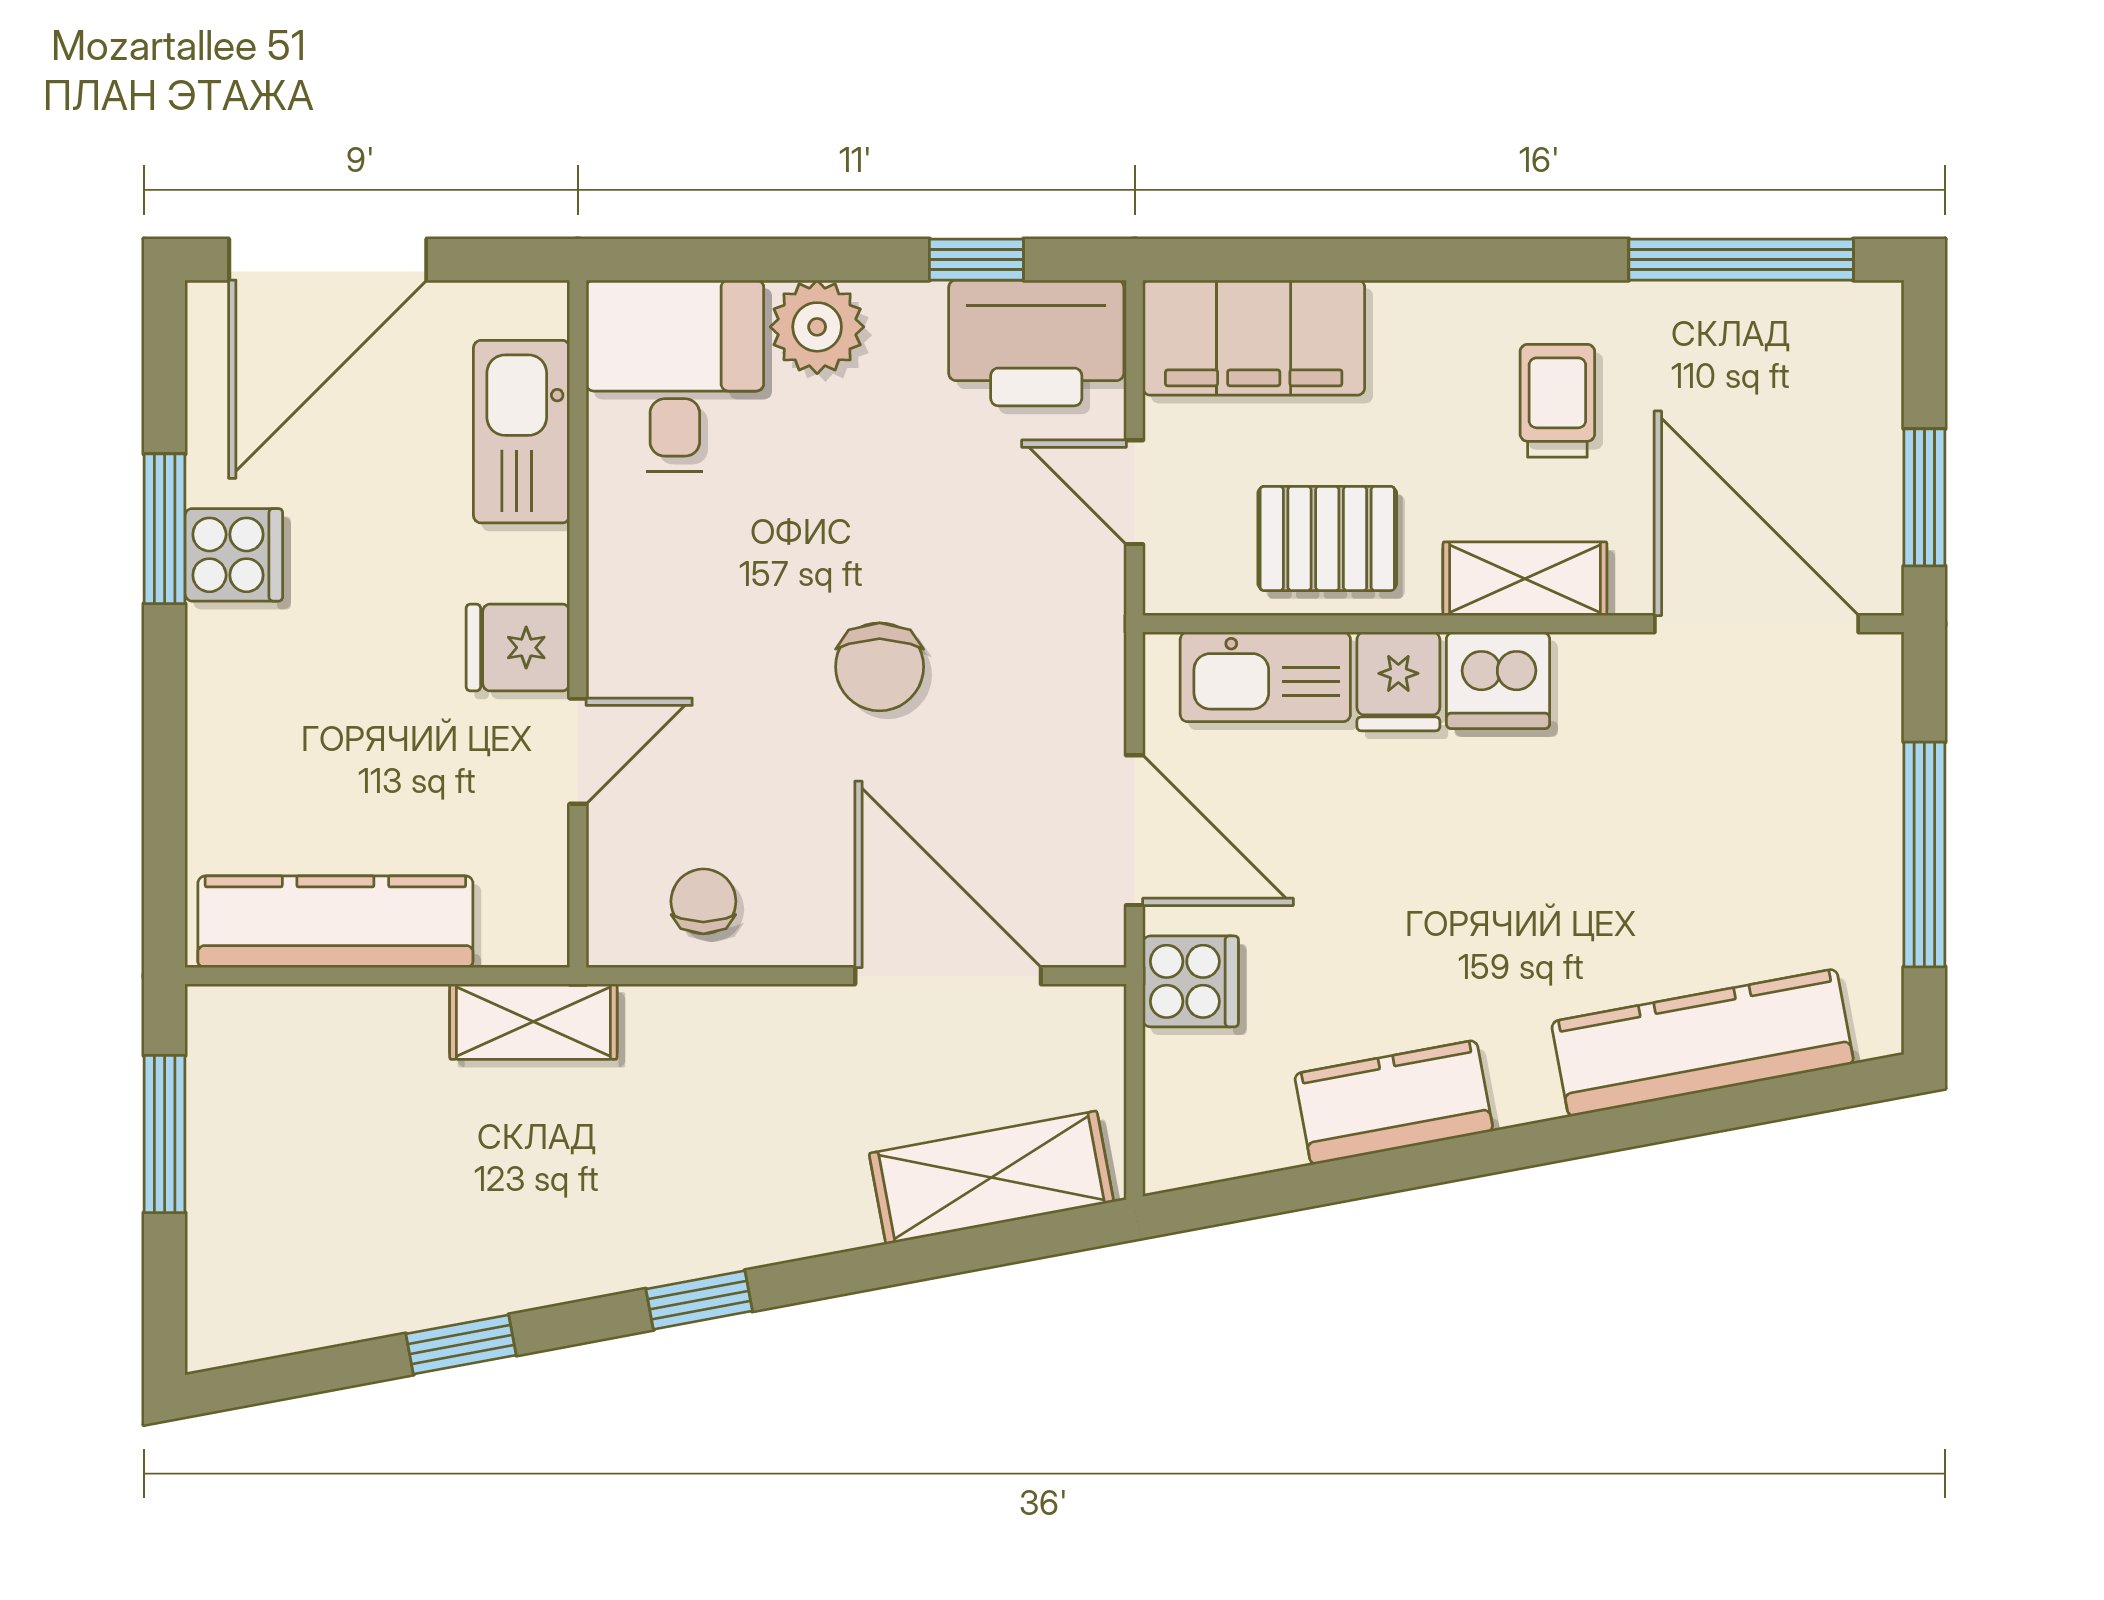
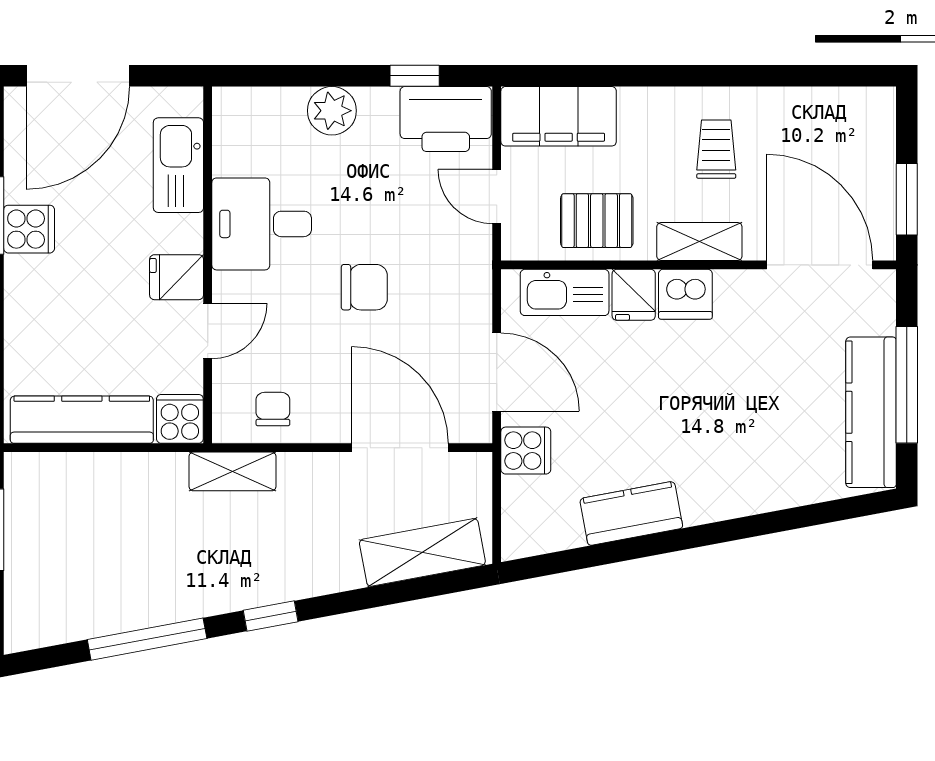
window: (1741, 260) -> (812, 76), removed
desk: (675, 376) -> (262, 224), moved, turned -90
chair: (880, 667) -> (364, 287), turned -90
cooker: (524, 920) -> (180, 419), added
shelving: (533, 1022) -> (232, 471), moved
kitchen counter: (1703, 1043) -> (871, 412), moved, turned -79
window: (461, 1344) -> (147, 639), width x2.17

